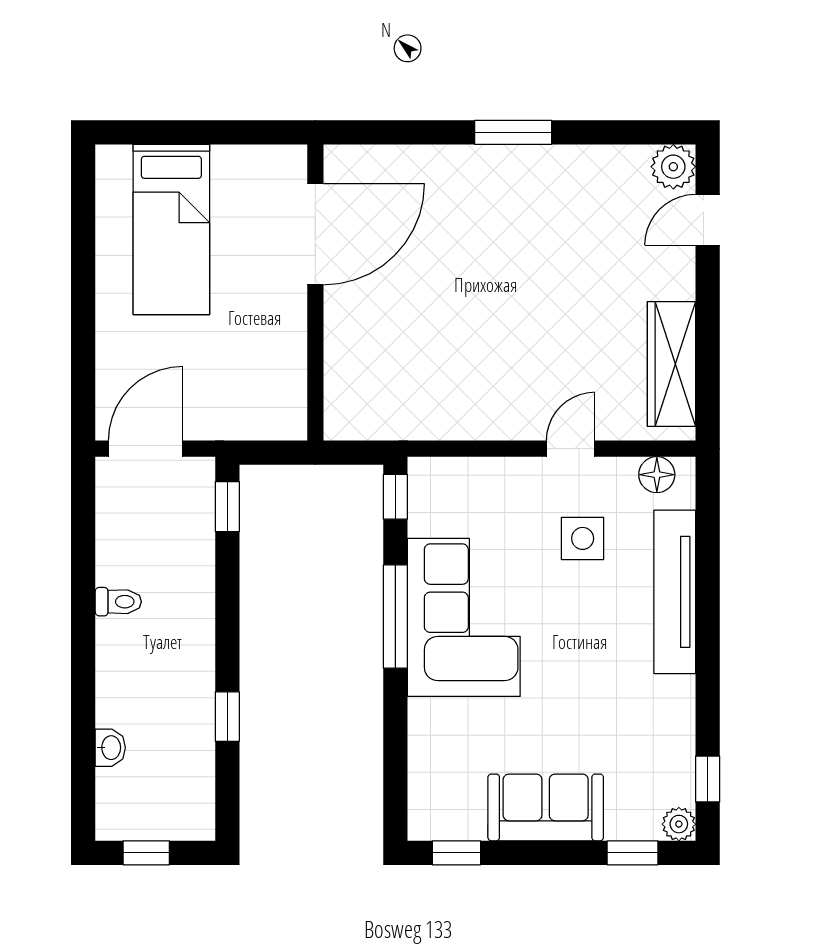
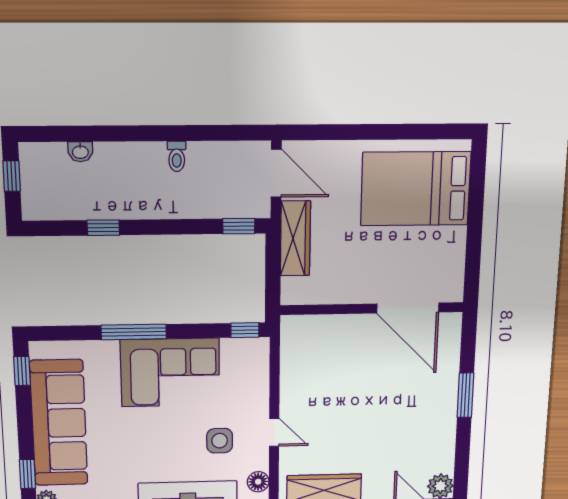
bed: (171, 229) -> (416, 189), width x1.50
door: (315, 234) -> (408, 308), moved
wall: (315, 292) -> (372, 309), moved
wardrobe: (248, 418) -> (295, 238), added
window: (395, 617) -> (134, 332), moved
sofa: (546, 807) -> (59, 423), width x1.85, depth x1.27

